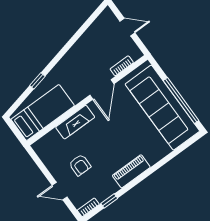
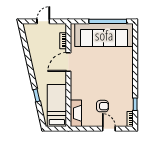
door: (102, 90) -> (68, 62), swing flipped
fireplace: (75, 122) -> (76, 113), moved
piano: (131, 171) -> (127, 79), removed
door: (60, 191) -> (109, 129), swing flipped

